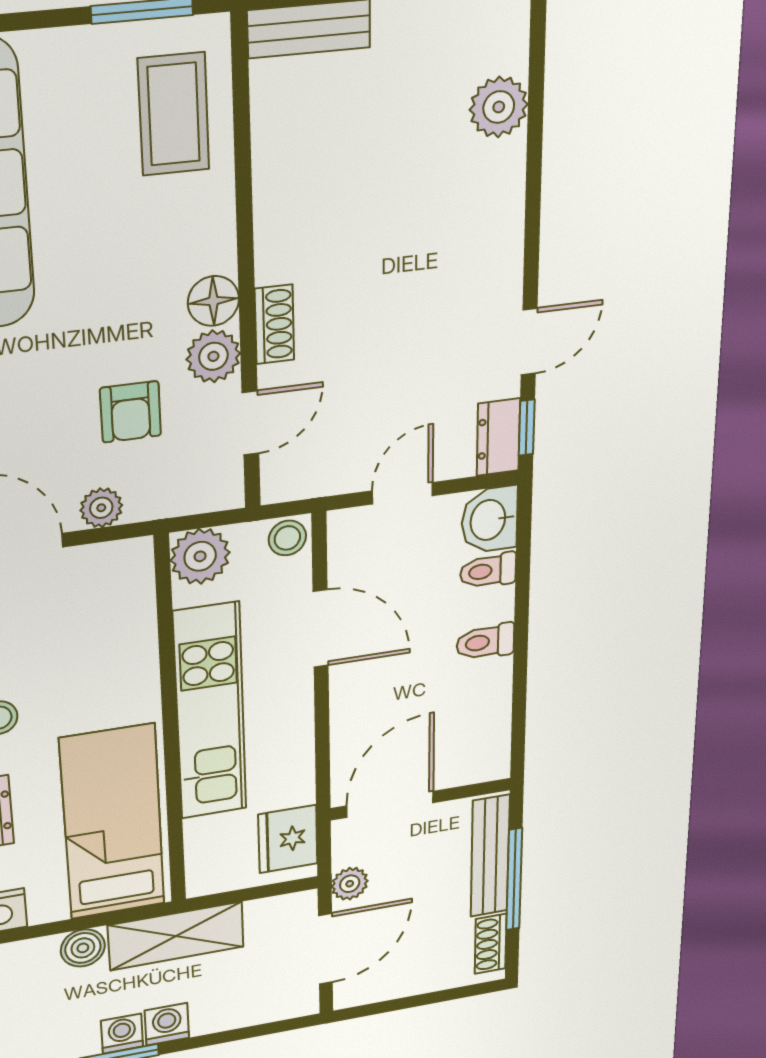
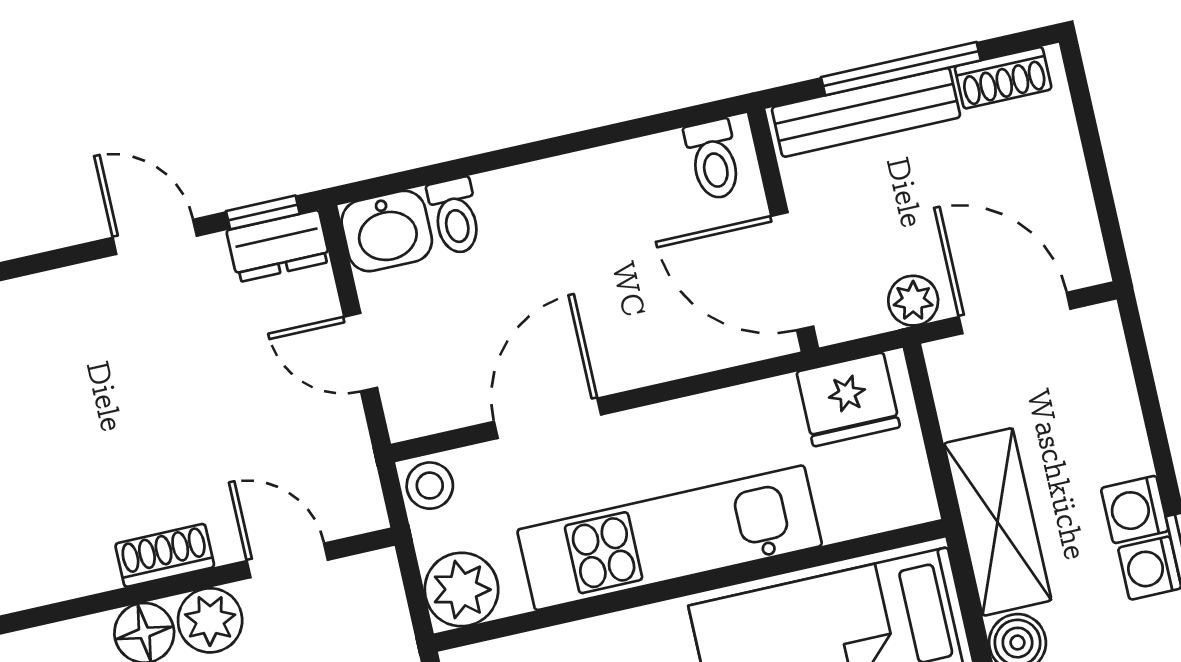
toilet: (485, 642) -> (713, 160), moved

